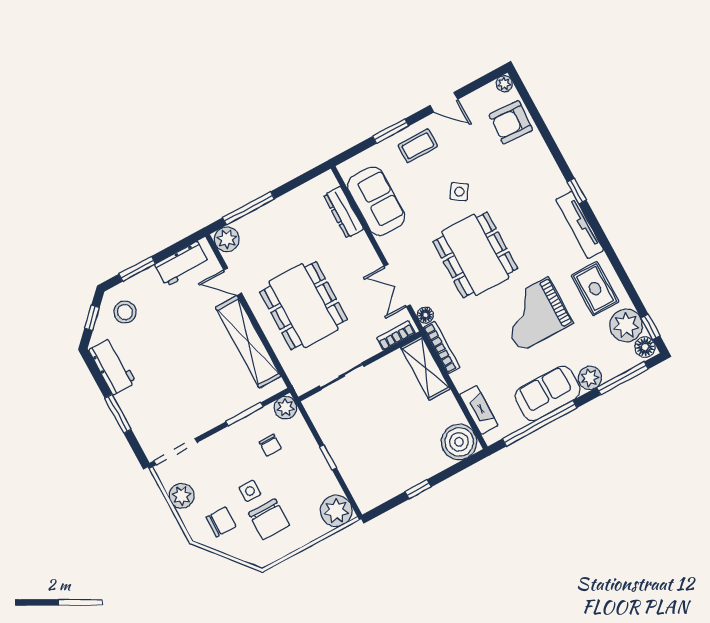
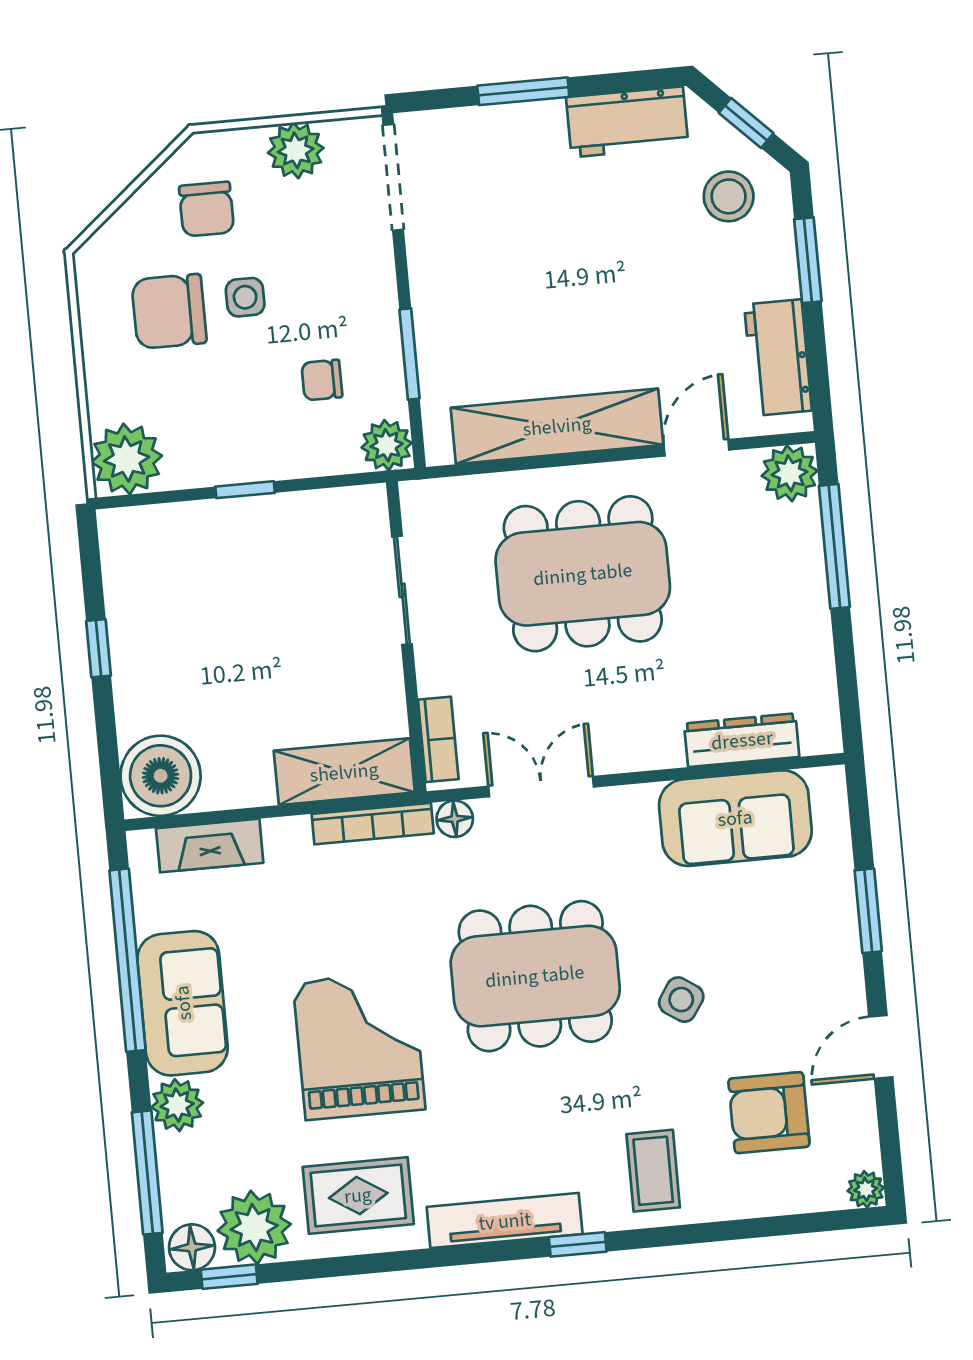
armchair: (511, 122) -> (769, 1113), moved, turned -93
coffee table: (418, 146) -> (653, 1171), moved

